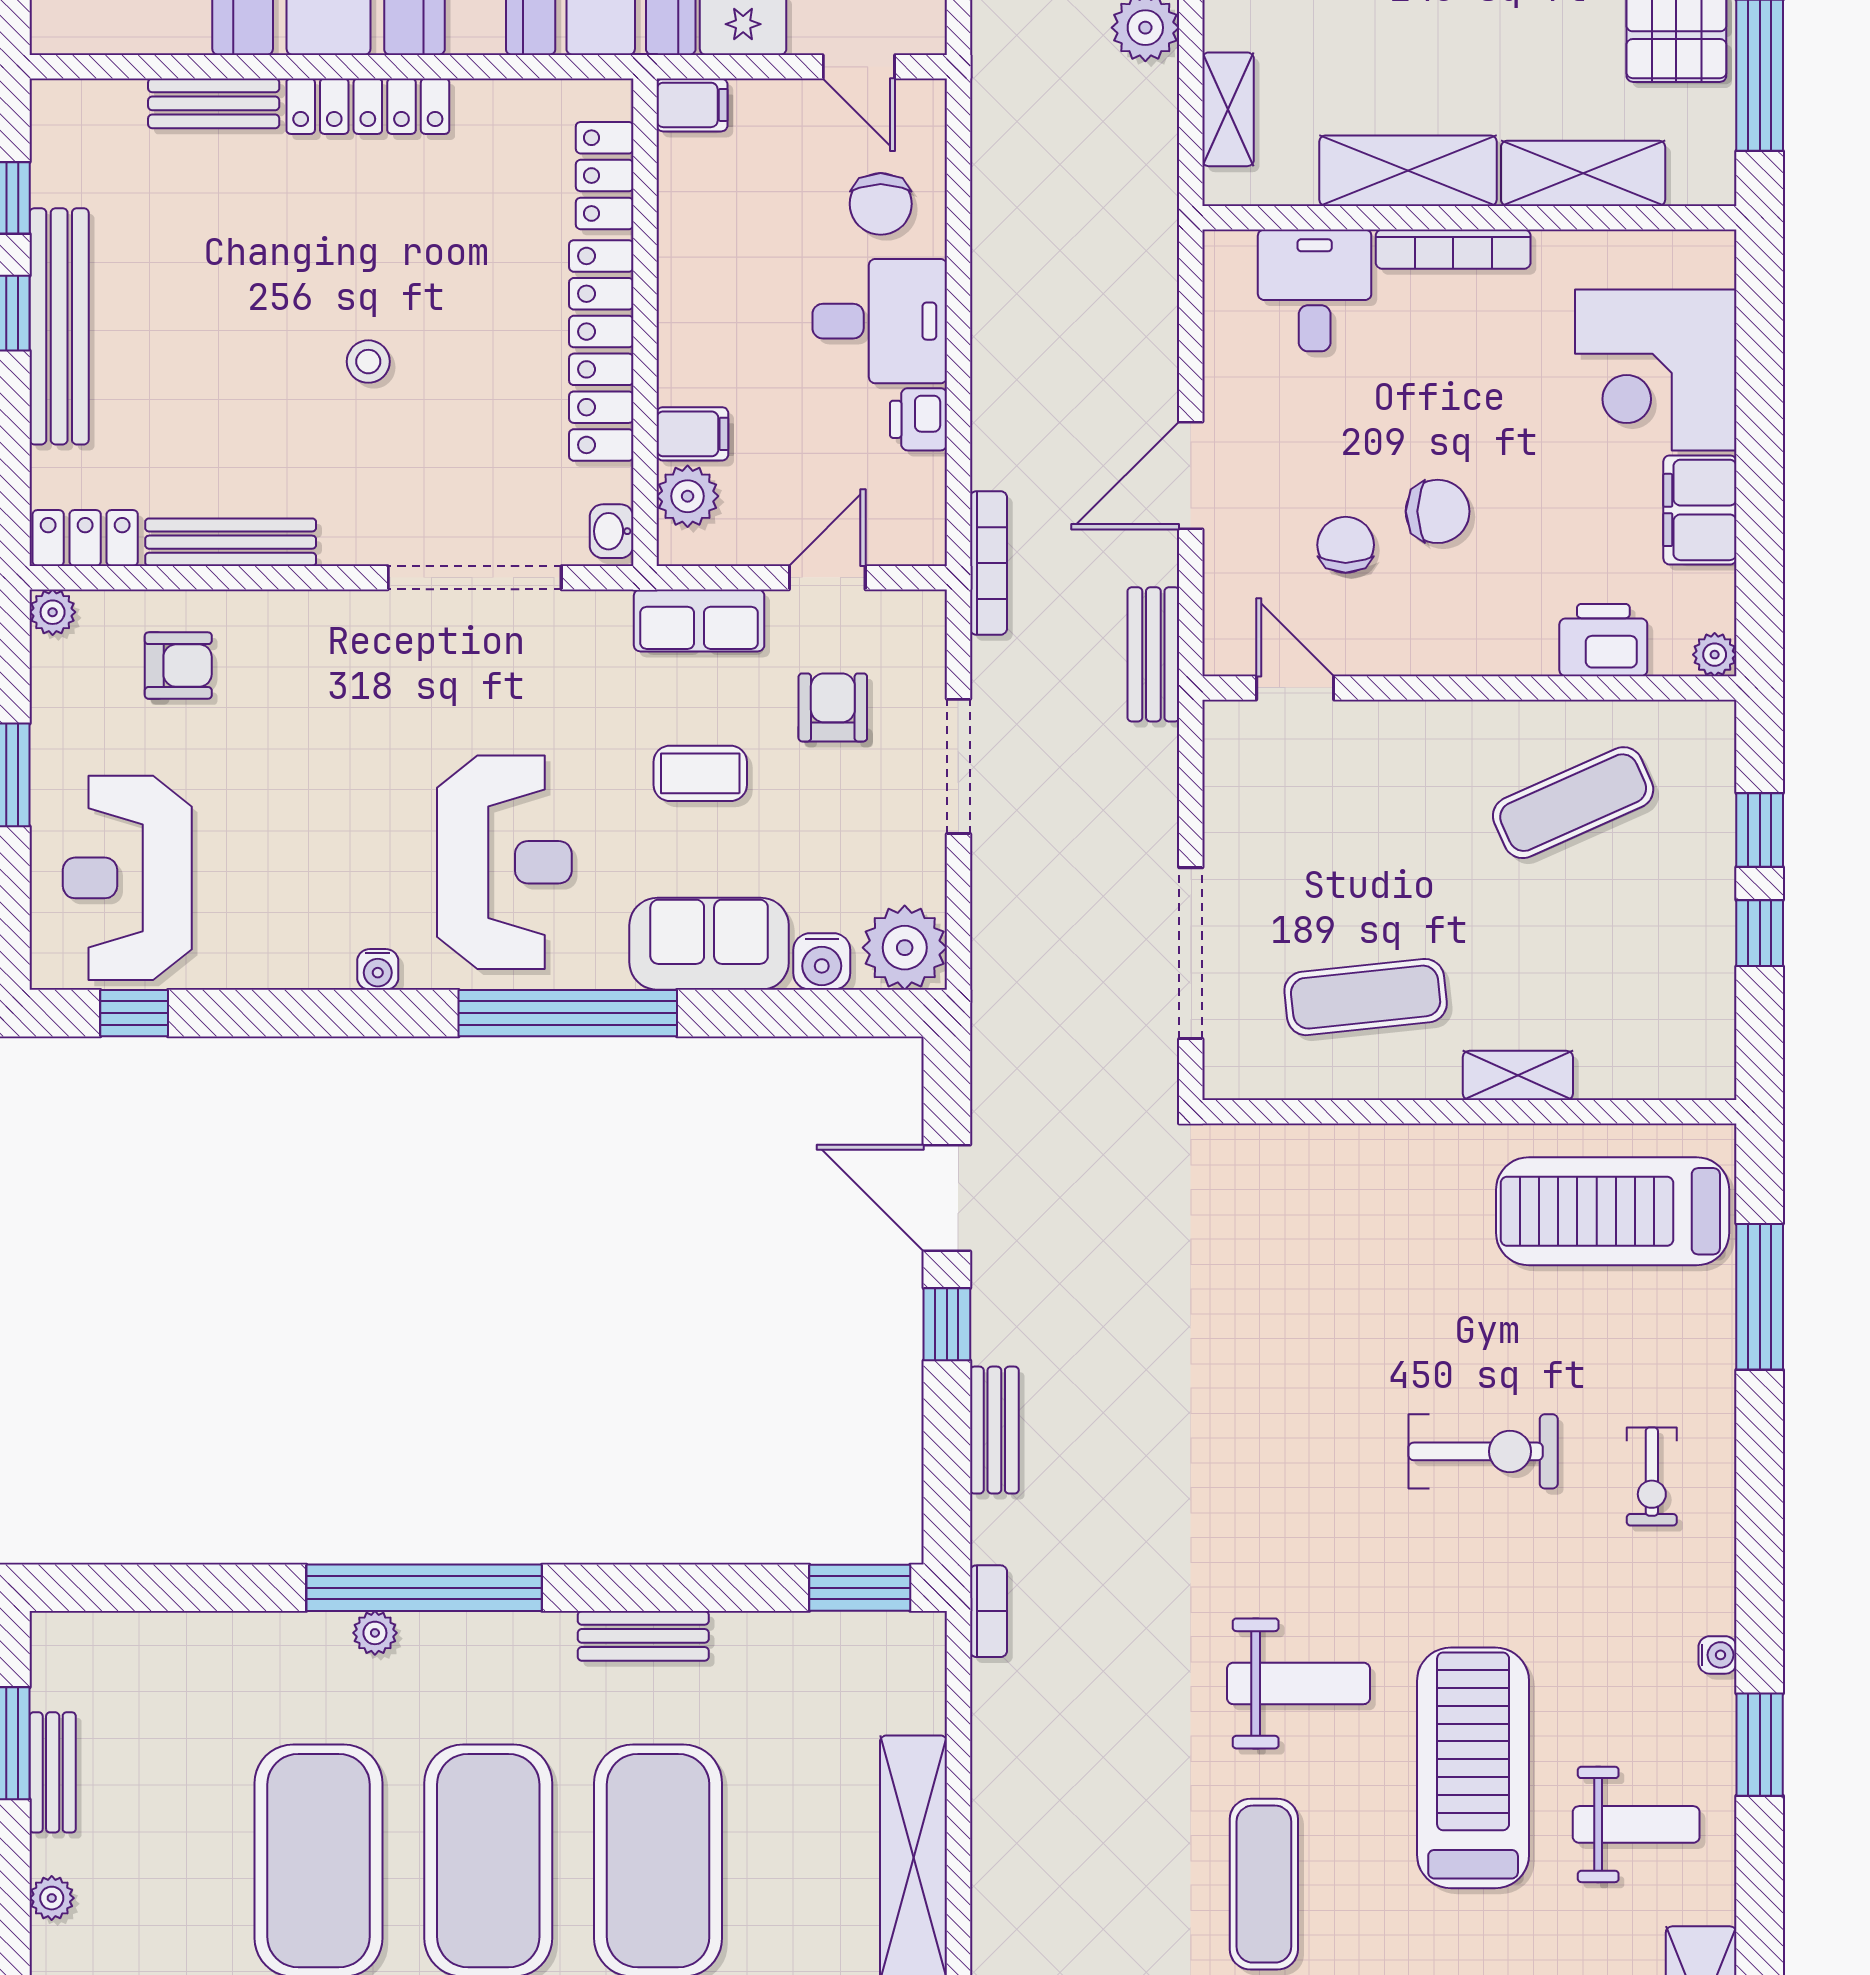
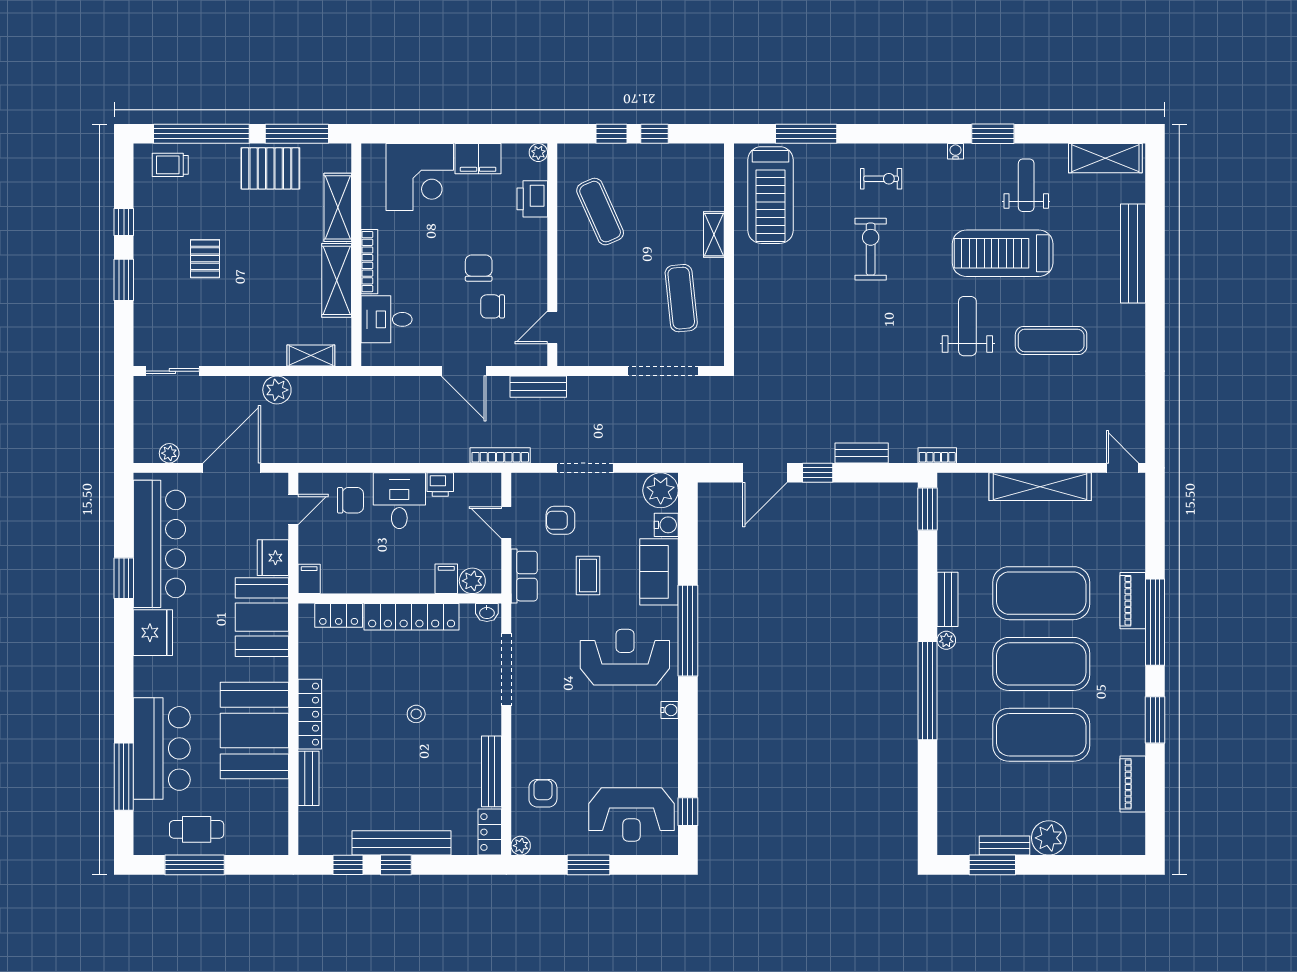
plant: (375, 1633) -> (946, 640), moved
plant: (52, 1898) -> (1049, 838), width x1.87, depth x1.87

